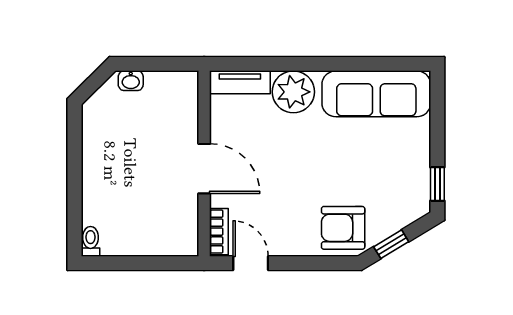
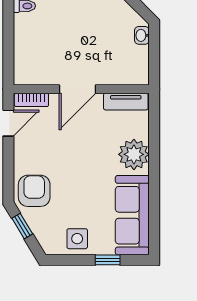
tv unit: (240, 82) -> (126, 102), moved, turned -90
side table: (408, 169) -> (77, 239), added
window: (437, 184) -> (108, 260), moved

